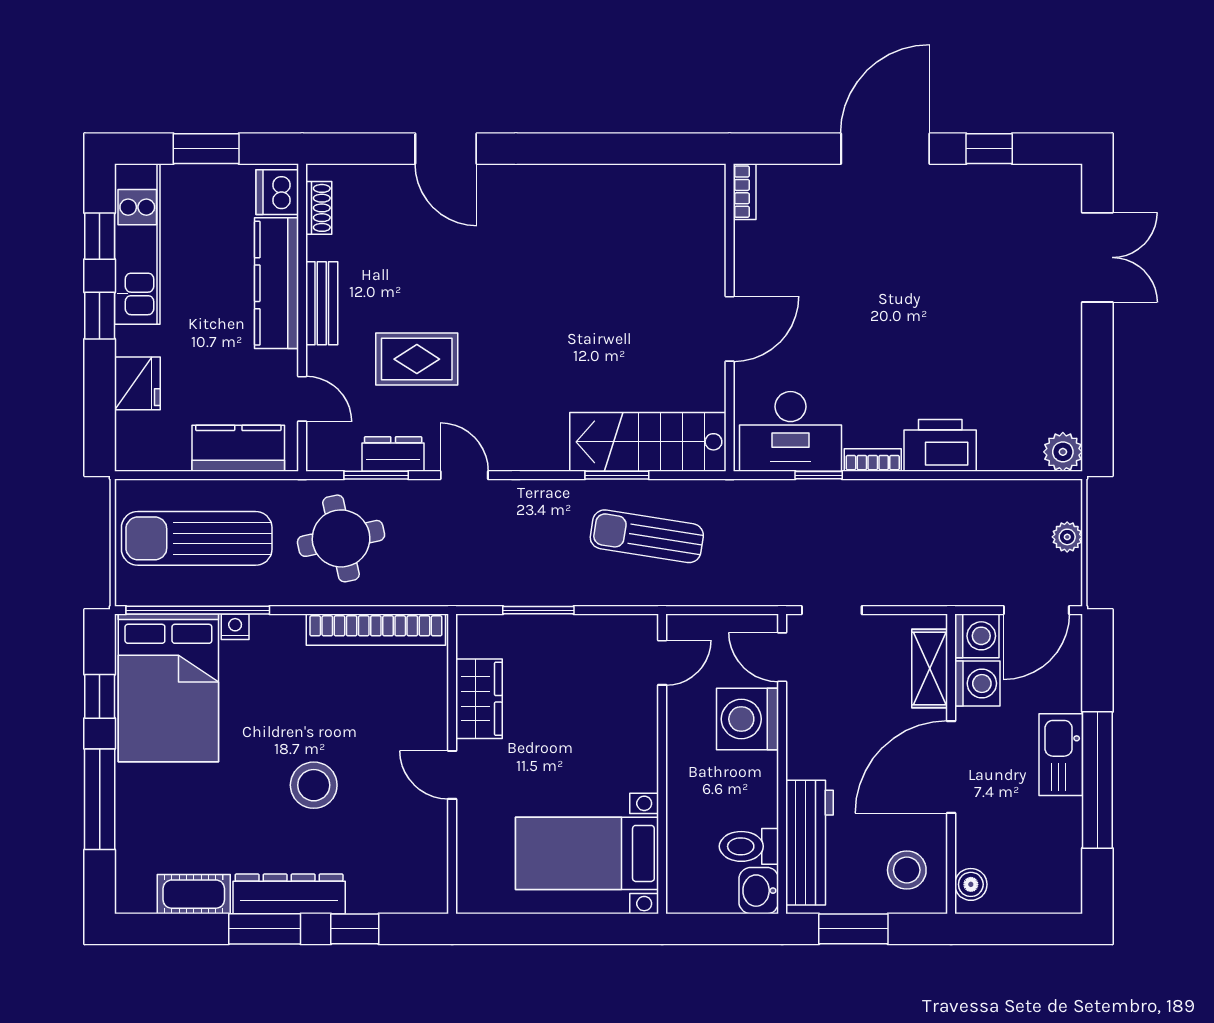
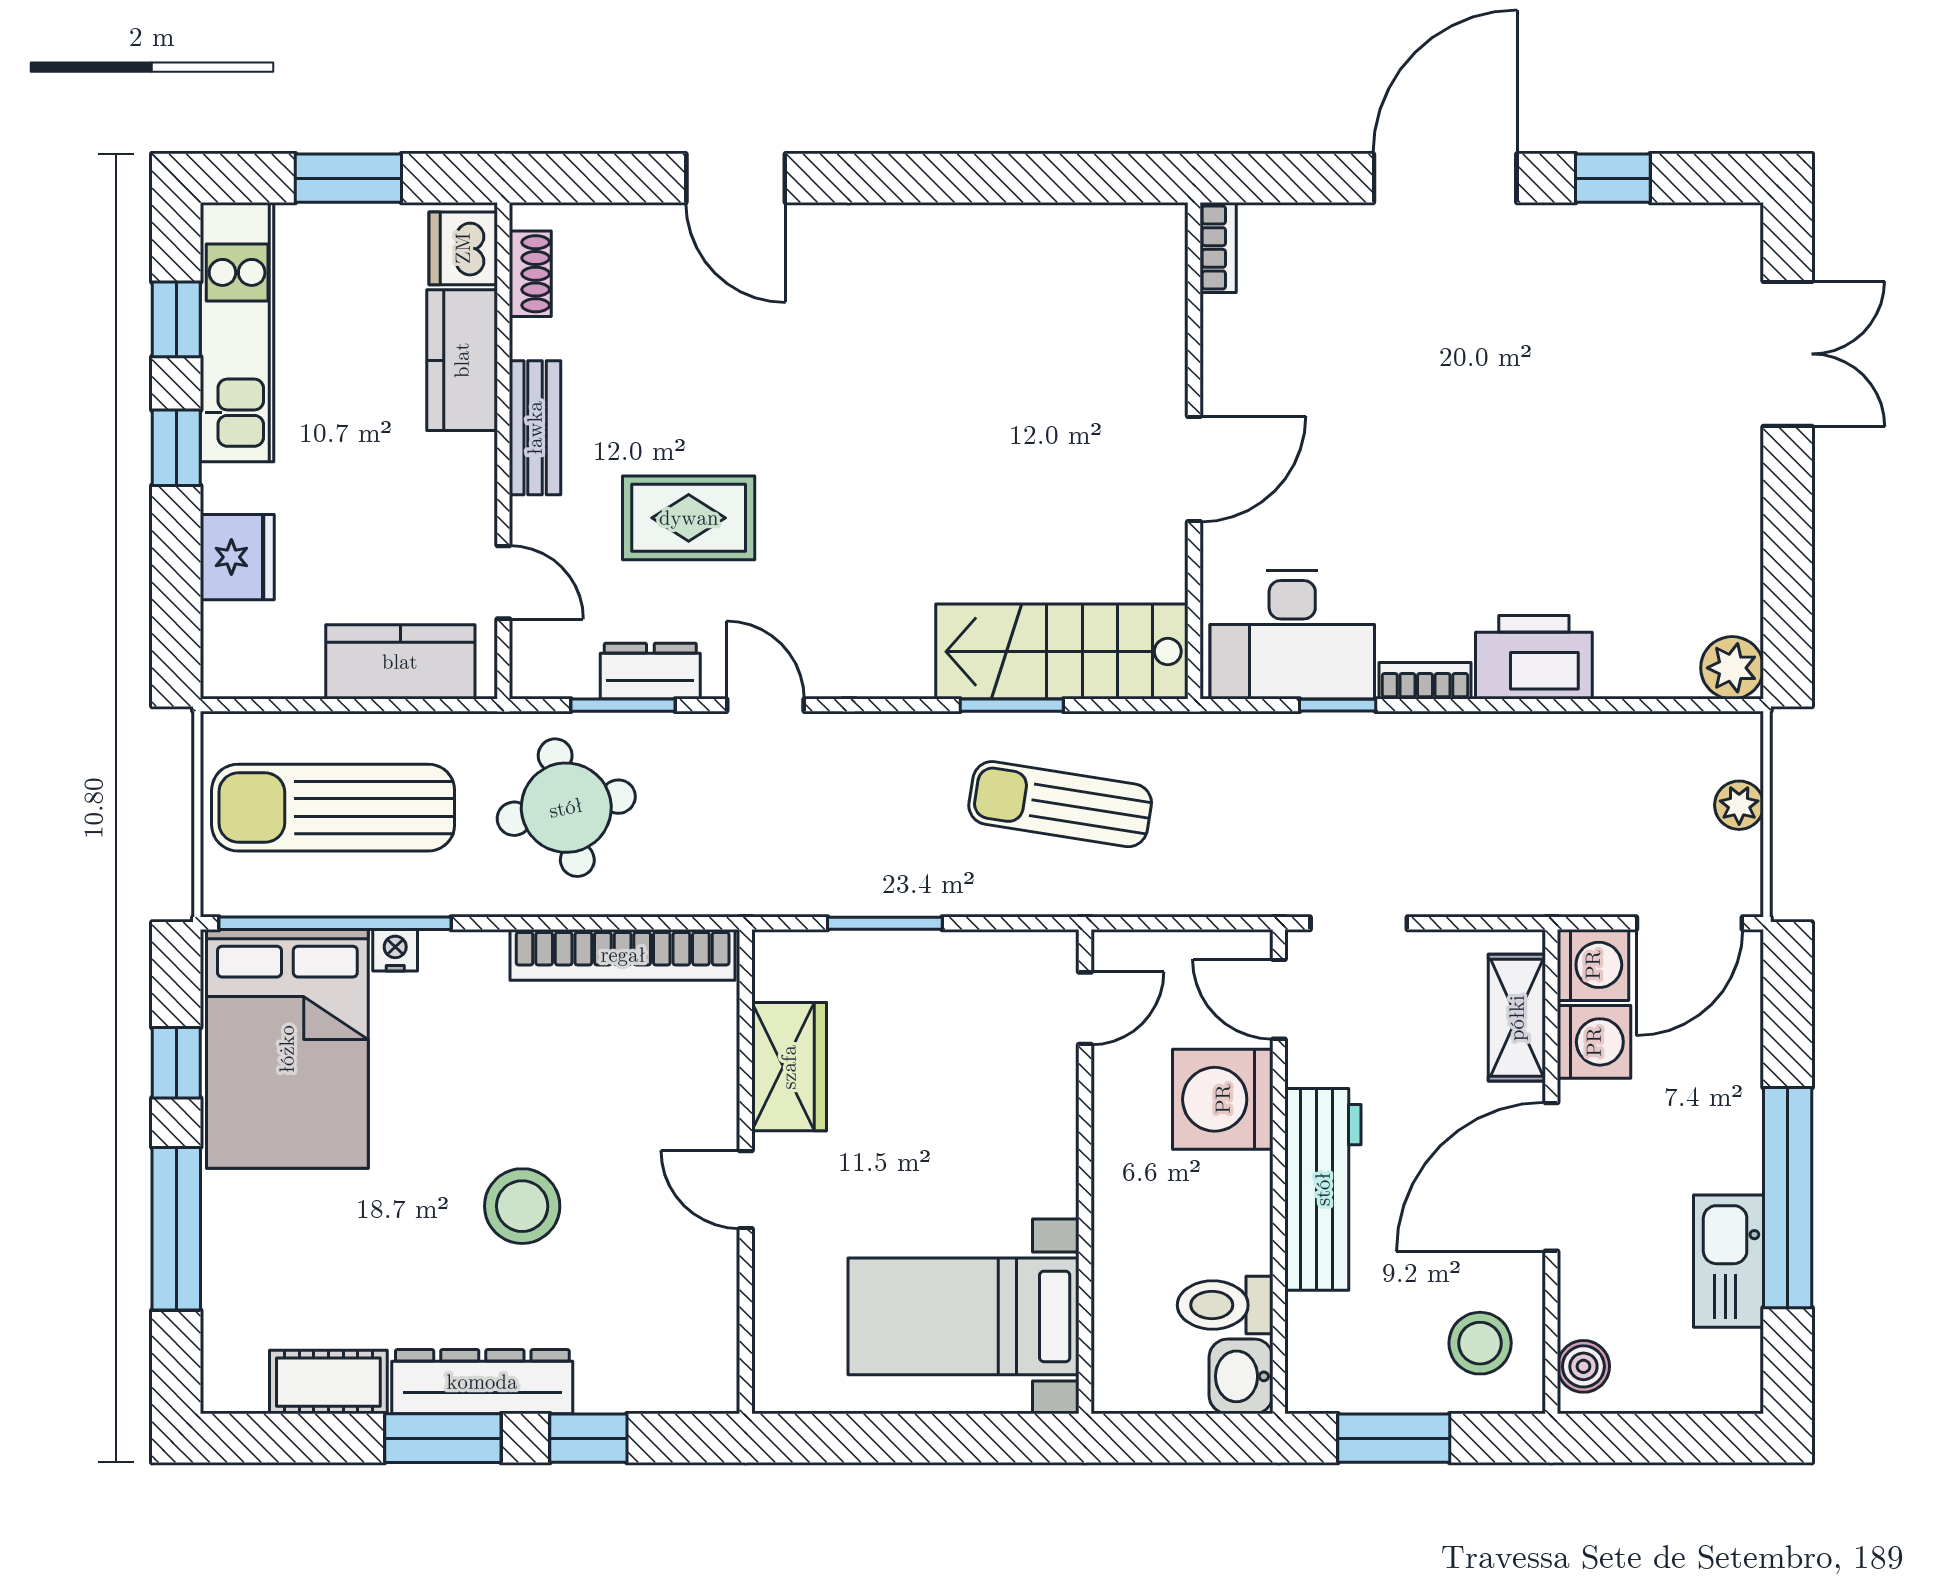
kitchen counter: (277, 283) -> (462, 360), width x0.67
kitchen sink: (1061, 755) -> (1729, 1261), moved
workbench: (809, 843) -> (1323, 1189), moved

